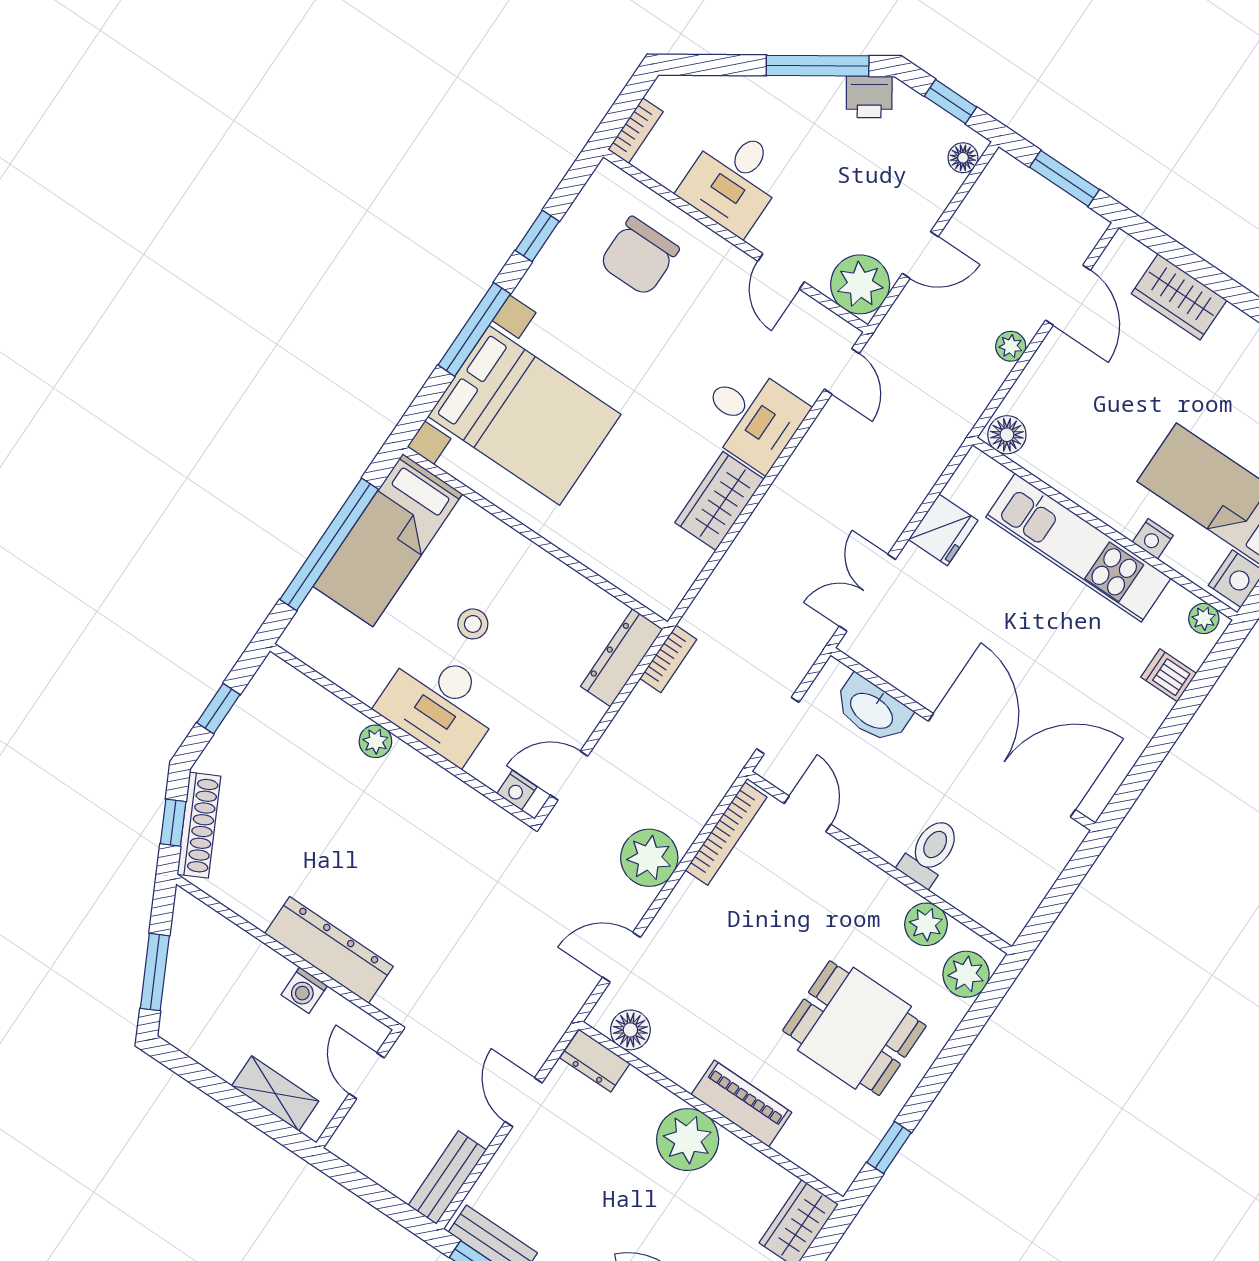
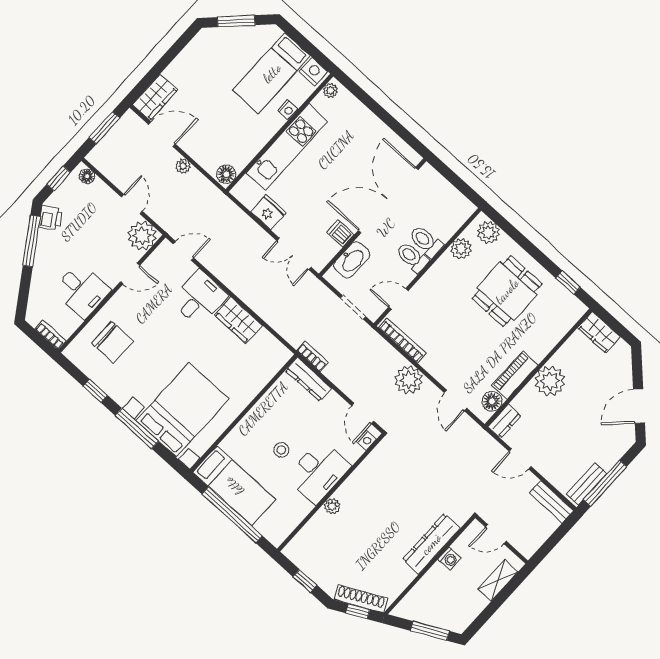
wardrobe: (1179, 297) -> (155, 97), moved
dishwasher: (1169, 675) -> (340, 233), moved, turned 90
toilet: (894, 829) -> (412, 258), added
piano: (741, 1104) -> (515, 375), moved

